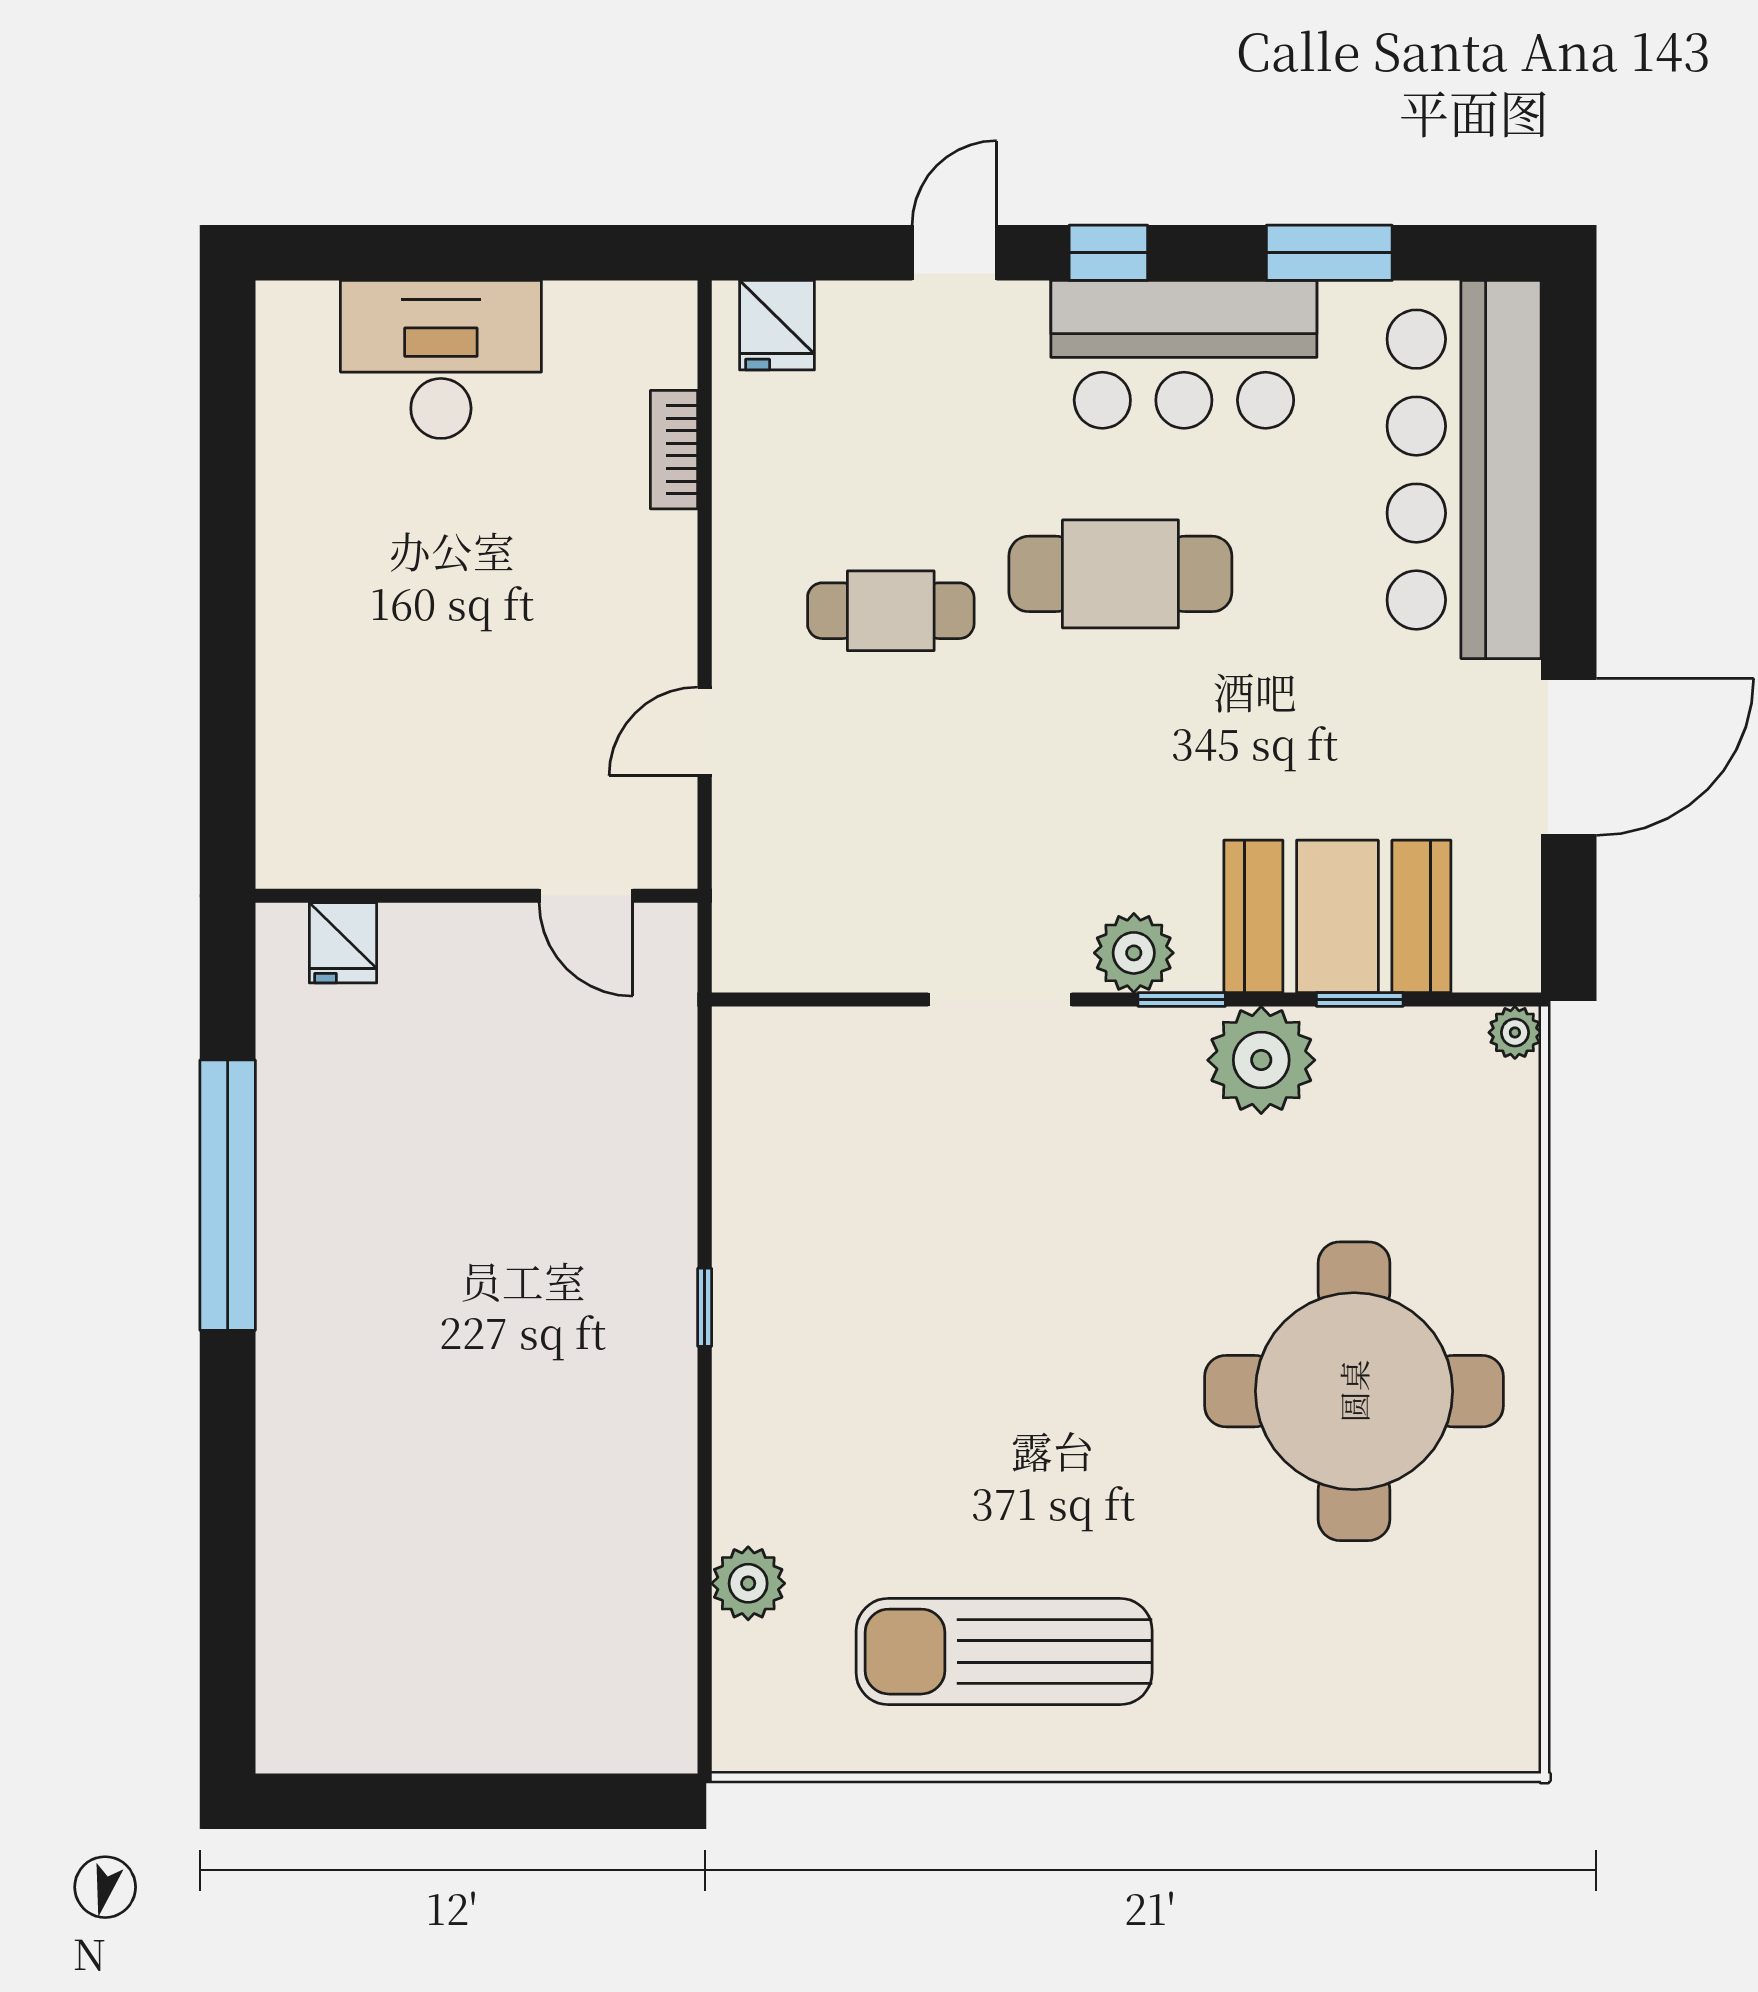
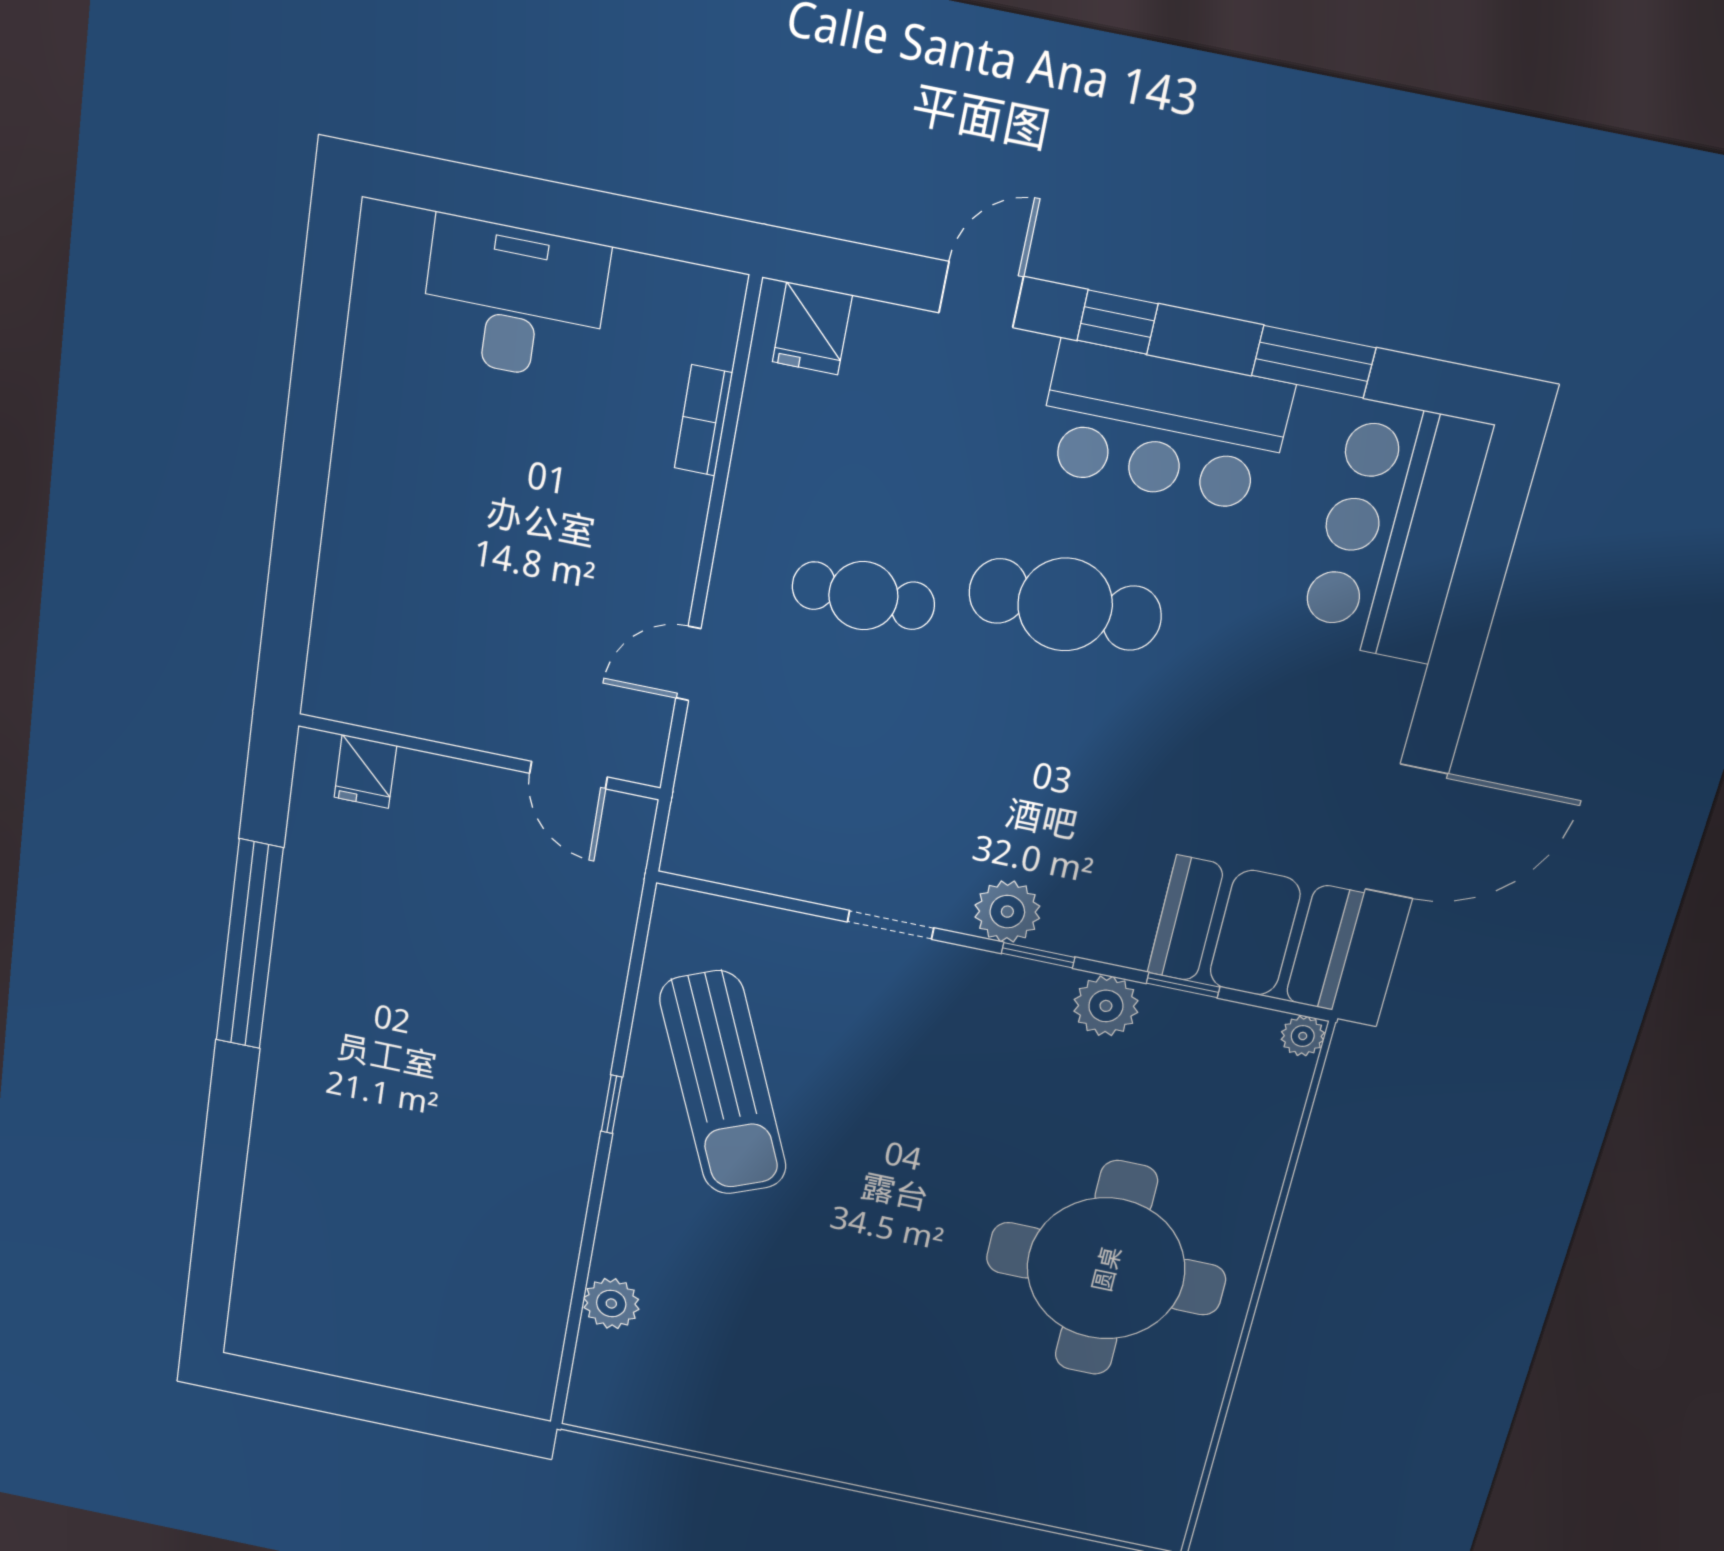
bar counter: (1464, 470) -> (1394, 533), width x0.73
booth: (1337, 916) -> (1255, 933), moved
doorway: (1000, 999) -> (891, 925), width x0.73
plant: (1261, 1060) -> (1106, 1006), width x0.73, depth x0.73
sun lounger: (1004, 1652) -> (723, 1084), moved, turned -113

